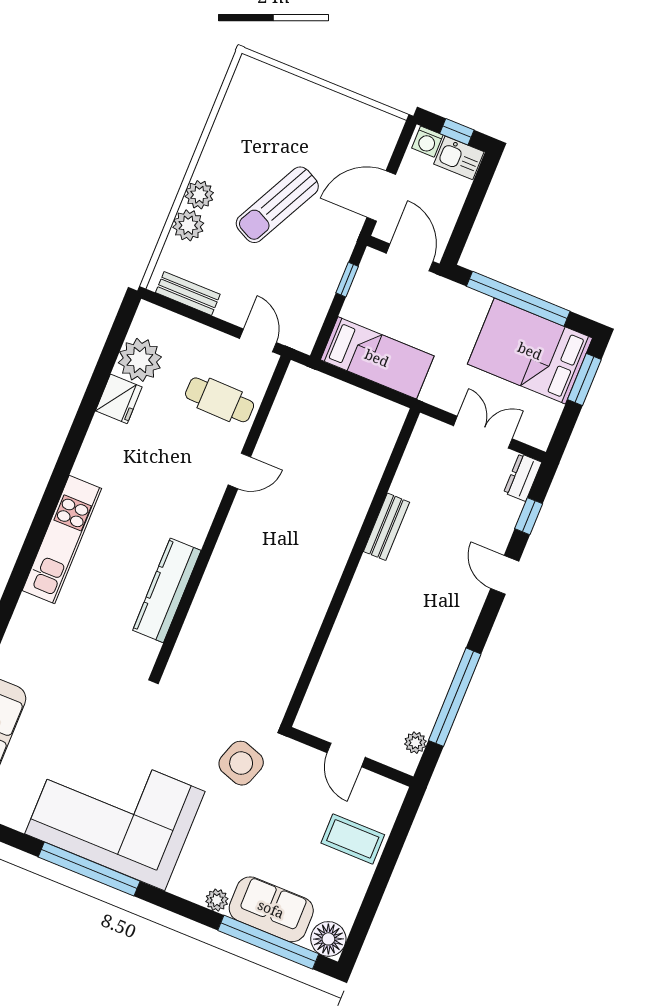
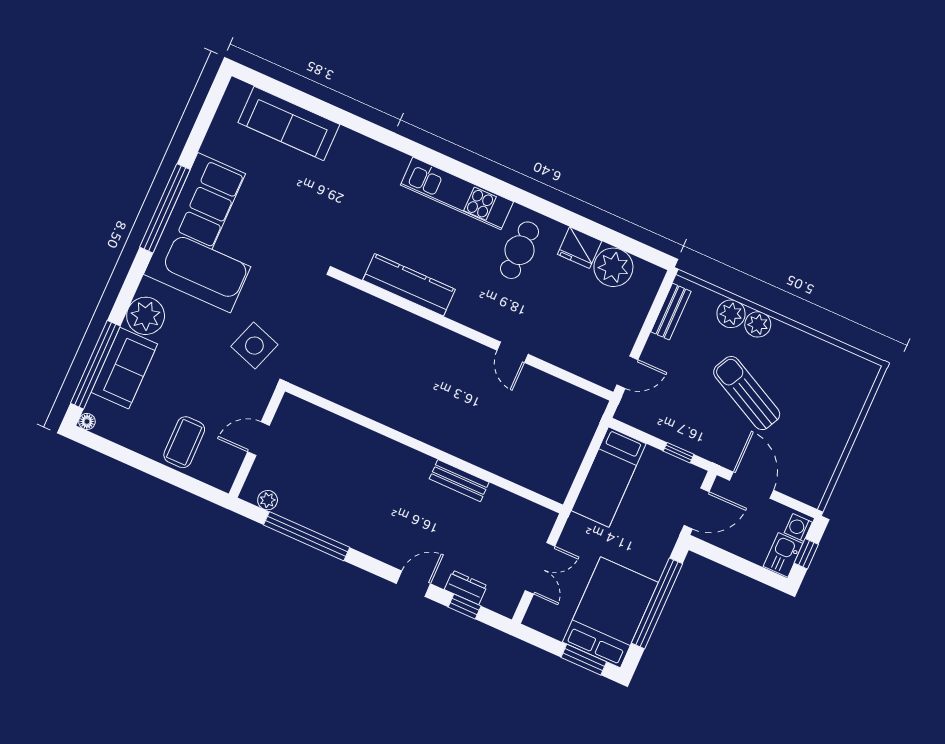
cafe table: (220, 400) -> (519, 250), moved
dresser: (523, 477) -> (466, 588), moved
plant: (217, 900) -> (146, 316), width x1.88, depth x1.88
floor lamp: (328, 939) -> (87, 421), width x0.53, depth x0.53

